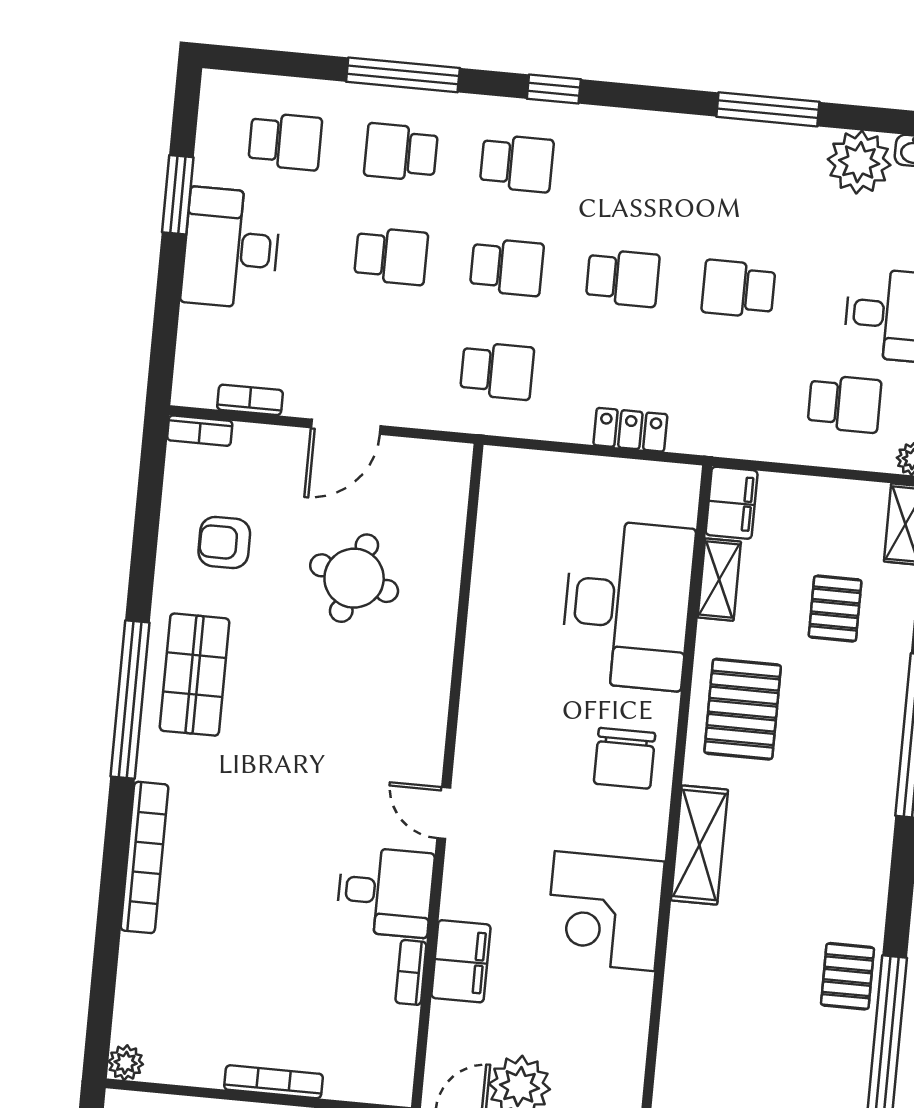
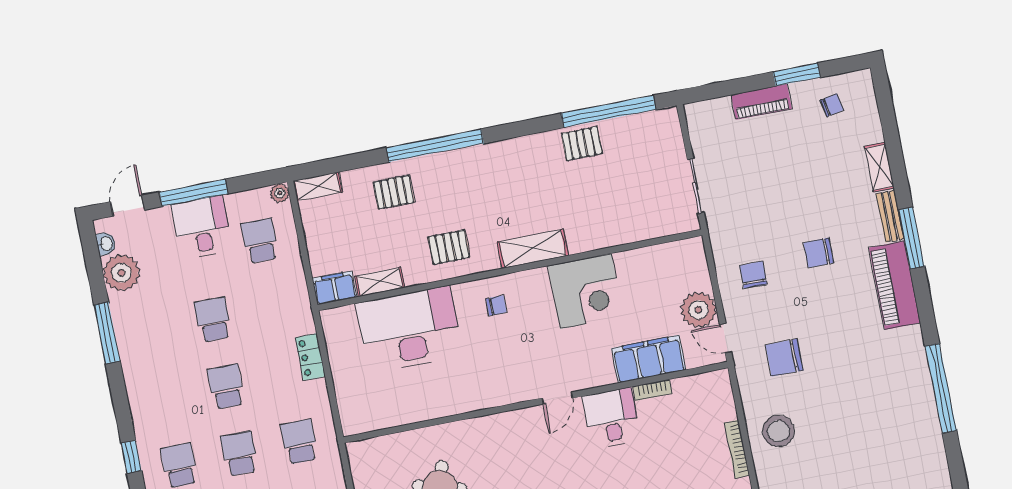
school desk: (738, 289) -> (213, 320), turned 180
pallet: (835, 609) -> (394, 192), moved
pallet: (743, 709) -> (449, 247), width x0.67, depth x0.71
chair: (625, 758) -> (496, 305), width x0.54, depth x0.54
filing cabinet: (461, 961) -> (649, 359), width x1.50, depth x1.17

